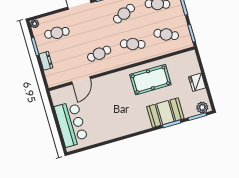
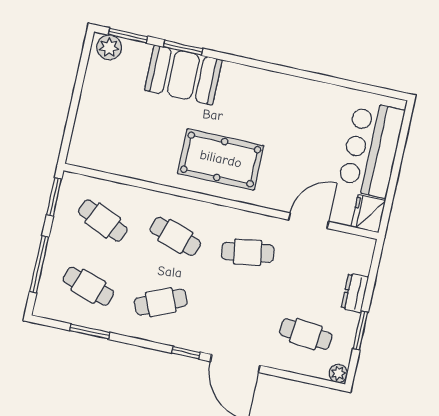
pool table: (150, 80) -> (221, 159), moved
fridge: (197, 82) -> (368, 214), moved, turned 180

